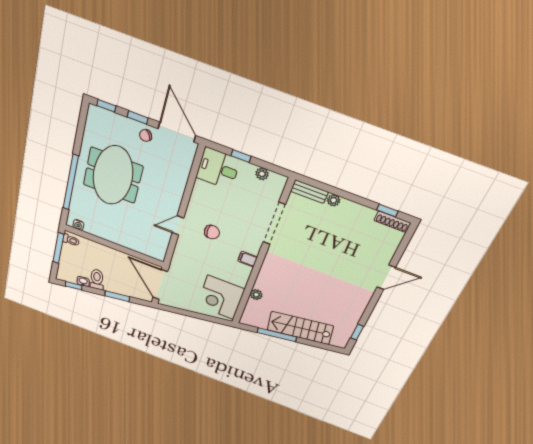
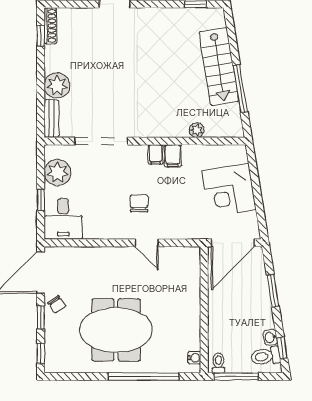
plant: (262, 174) -> (57, 172), width x1.88, depth x1.88
plant: (334, 200) -> (57, 86), width x1.88, depth x1.88
filing cabinet: (242, 271) -> (173, 156), added
toilet: (97, 279) -> (265, 356), moved
corner desk: (221, 297) -> (229, 190), moved, turned 81

